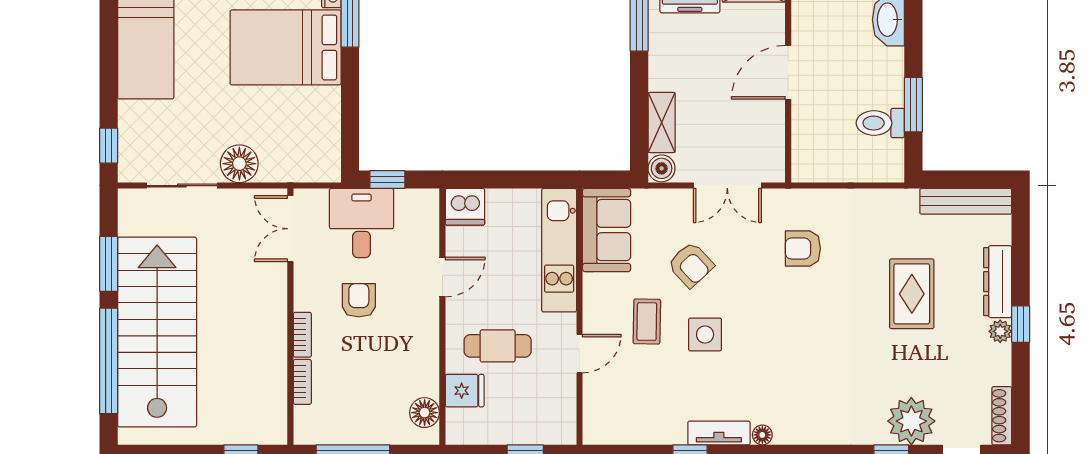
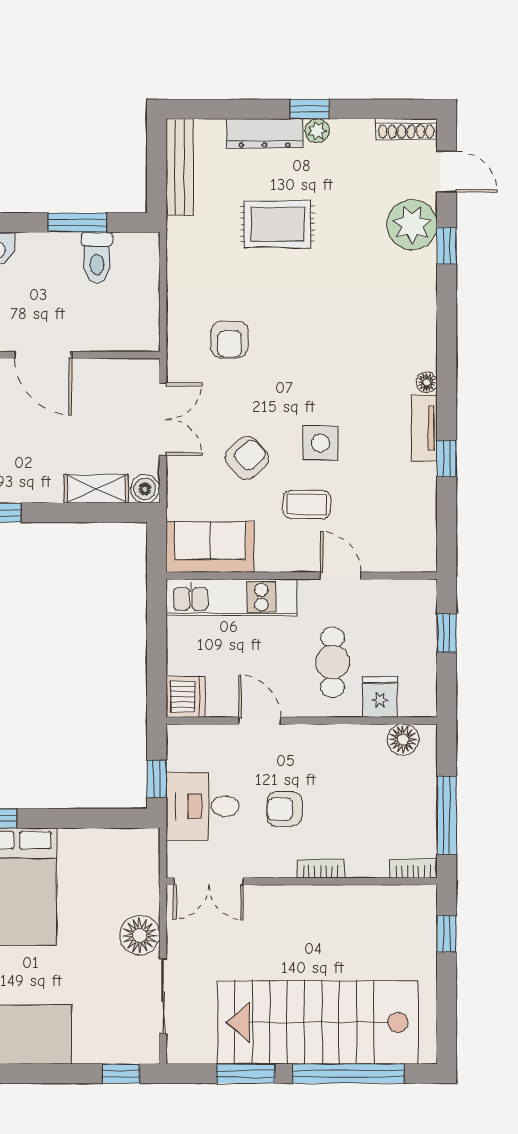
bookcase: (302, 382) -> (413, 869), moved

